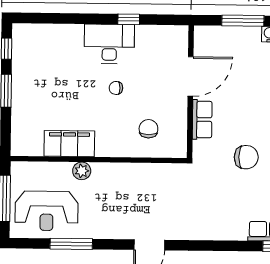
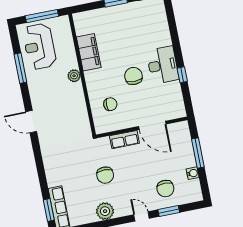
chair: (116, 88) -> (133, 76), width x1.87, depth x1.87
plant: (82, 171) -> (74, 76), moved

